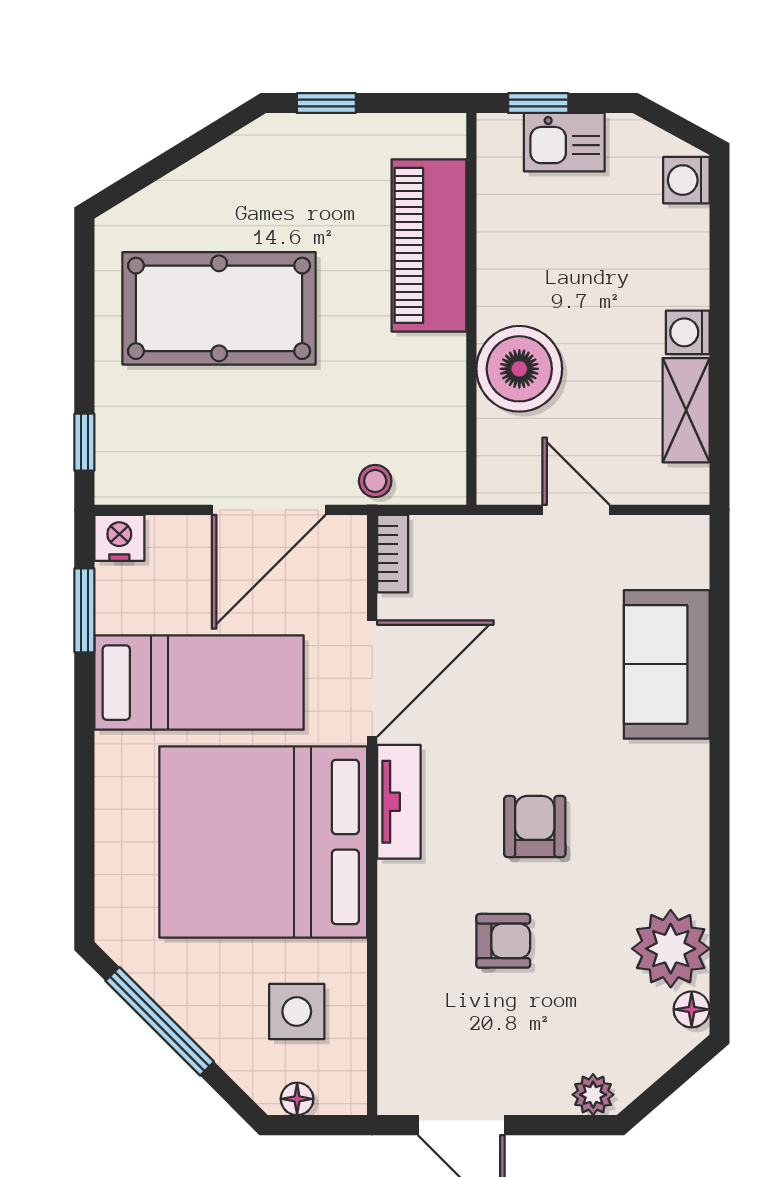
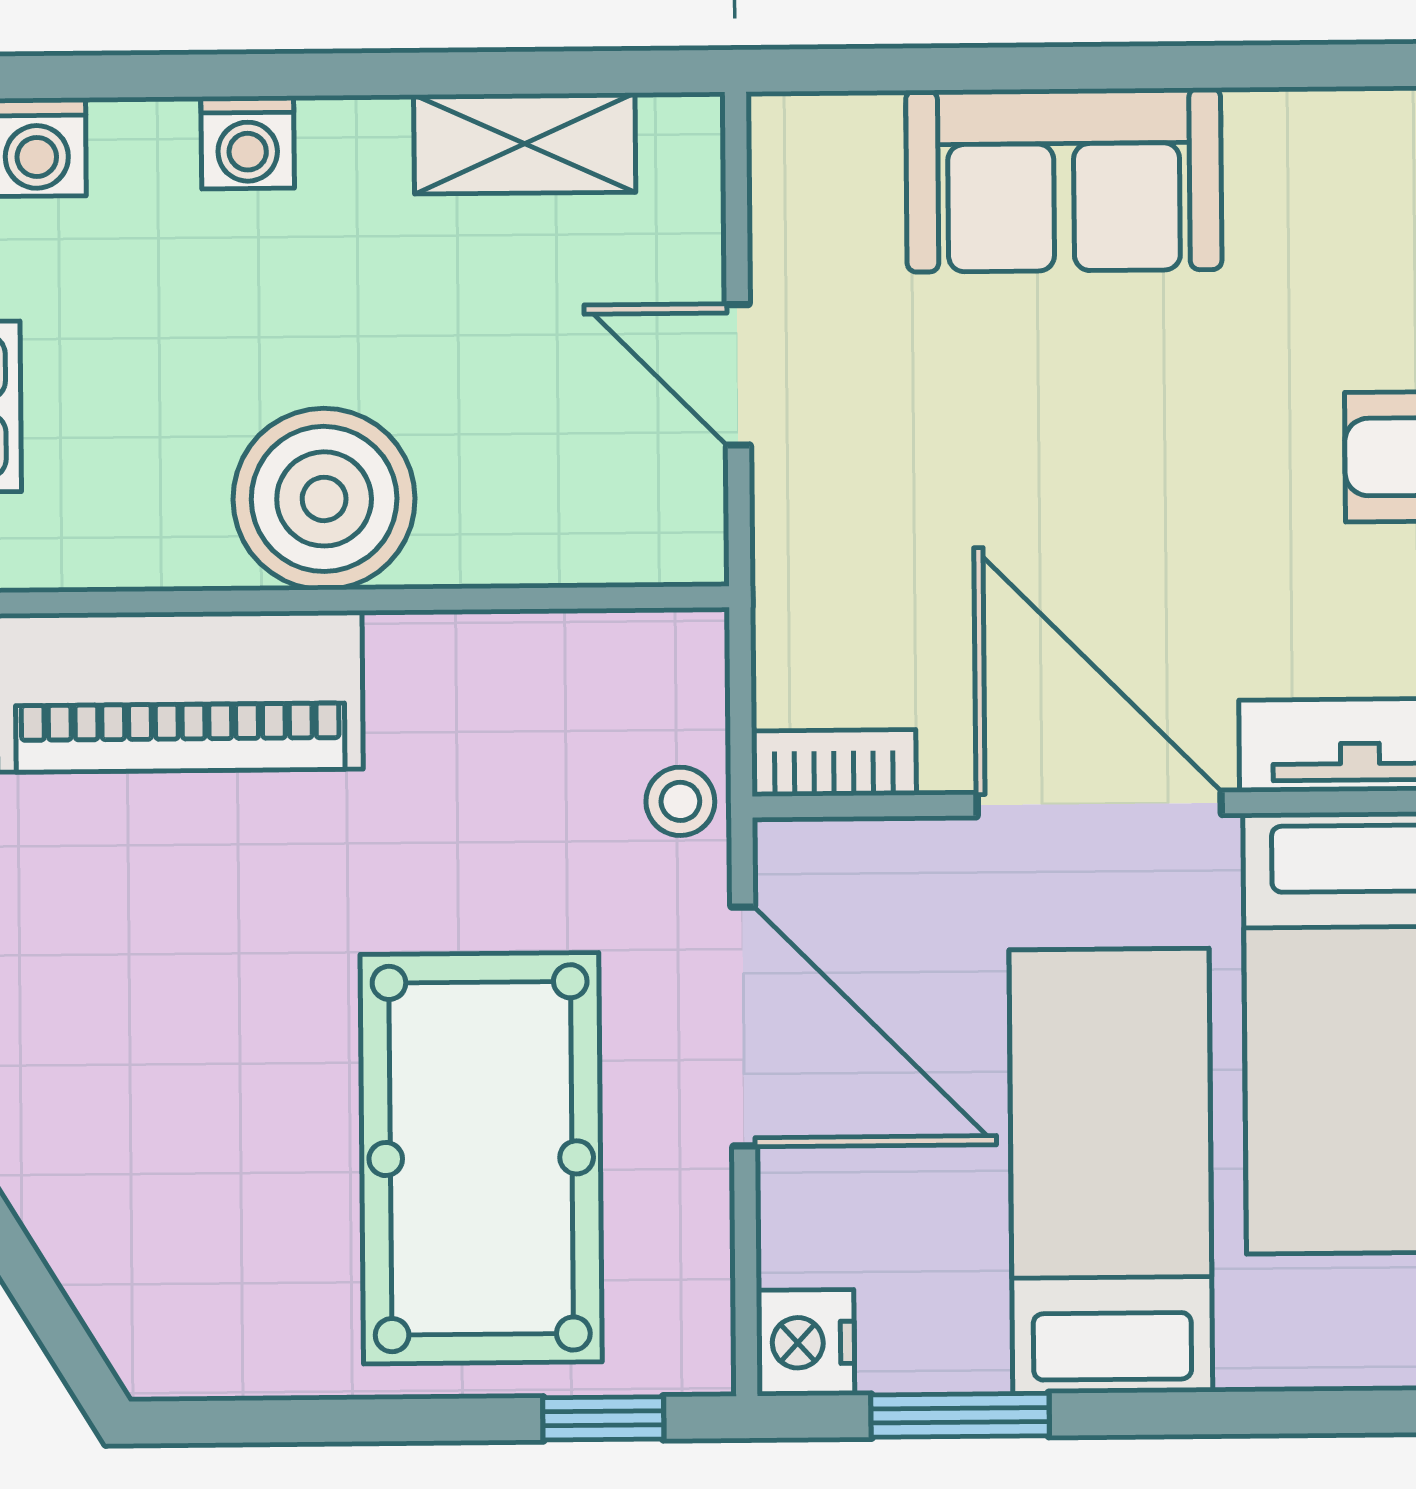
pool table: (219, 308) -> (481, 1158), moved
washing machine: (688, 332) -> (248, 142), moved
boiler: (519, 369) -> (324, 499), moved
door: (576, 510) -> (738, 375), hinge flipped

